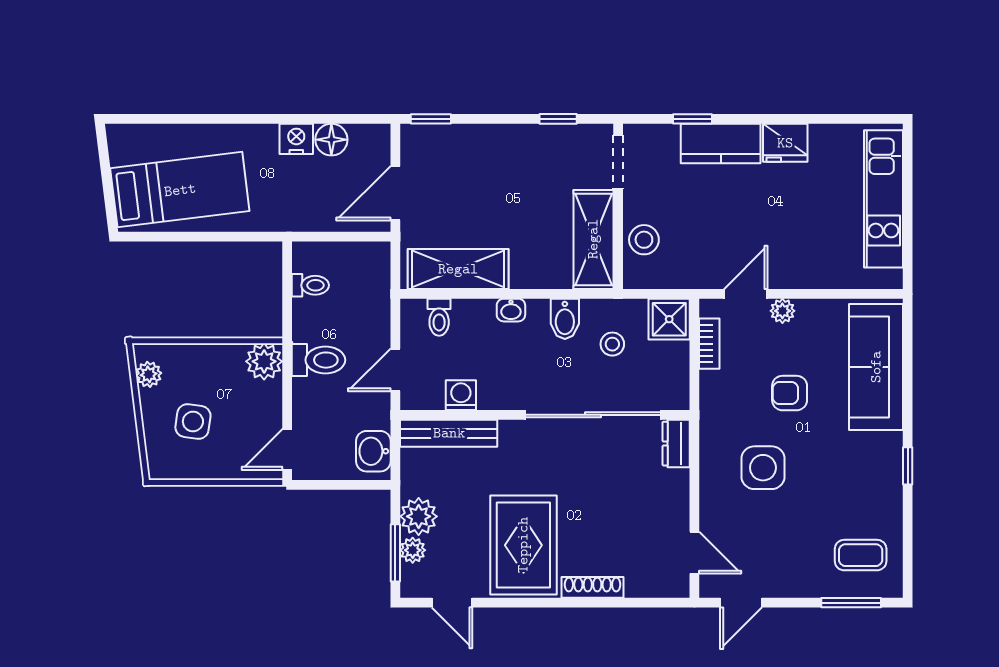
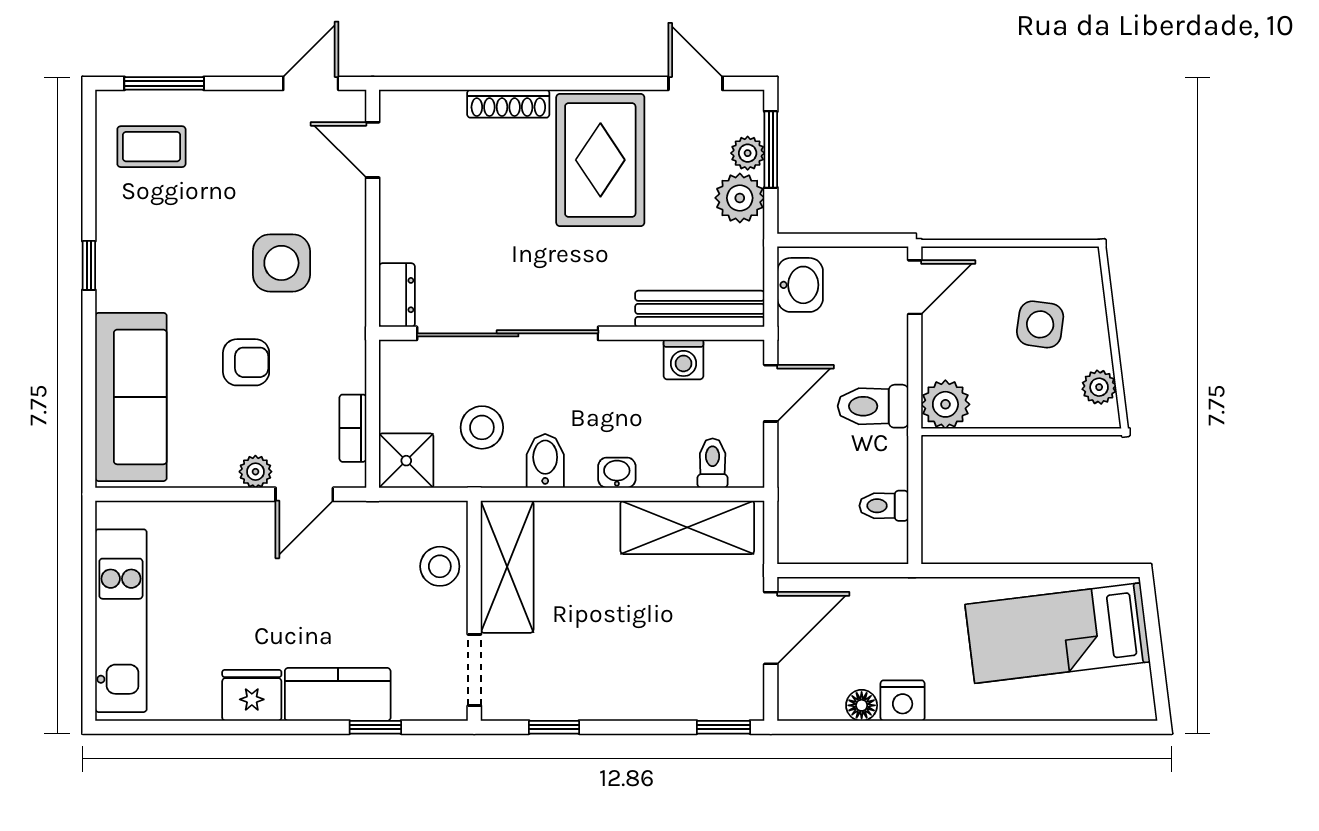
floor lamp: (331, 140) -> (862, 705), width x0.73, depth x0.73
stool: (612, 344) -> (482, 427), width x1.37, depth x1.37

